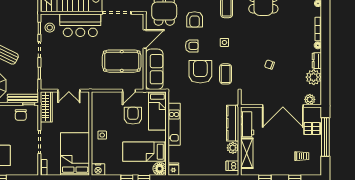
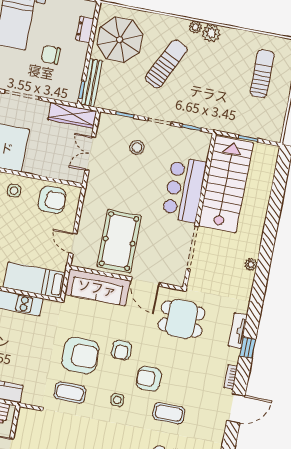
armchair: (195, 19) -> (149, 379), moved
stool: (50, 28) -> (137, 147), moved
chair: (21, 115) -> (51, 55), moved
armchair: (133, 116) -> (52, 200), moved

